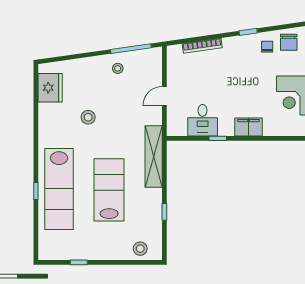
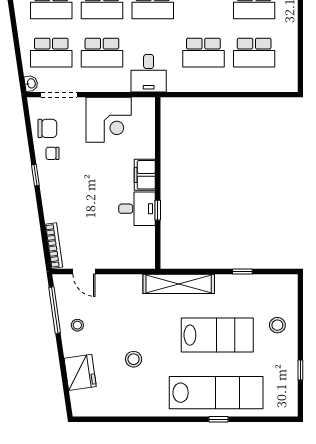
bookcase: (202, 46) -> (54, 246), moved
fridge: (50, 88) -> (80, 372), moved, turned 82
door: (164, 96) -> (84, 272), moved
desk: (203, 120) -> (137, 209), moved
lab bench: (109, 190) -> (217, 335), turned 180
stool: (140, 249) -> (277, 325), moved

